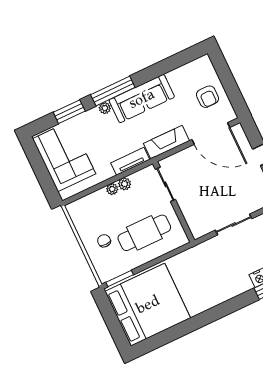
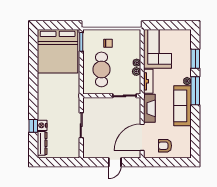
corner sofa: (64, 156) -> (158, 49), moved, turned -90

